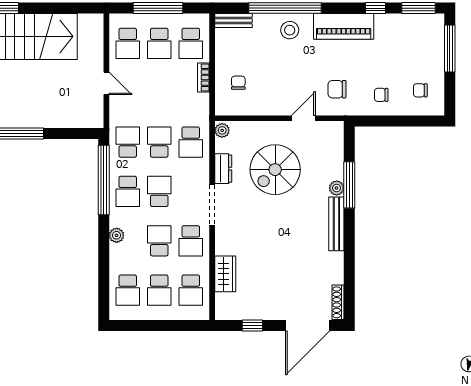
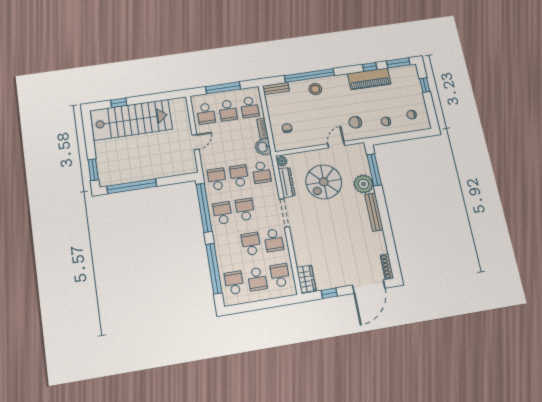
piano: (344, 26) -> (369, 79), moved
window: (450, 48) -> (425, 85), width x0.46
door: (106, 83) -> (195, 142), hinge flipped
washbasin: (199, 105) -> (263, 147), added
dresser: (223, 169) -> (287, 182), width x1.44
window: (349, 185) -> (374, 170), moved
plant: (337, 188) -> (363, 184), width x1.87, depth x1.87
school desk: (128, 191) -> (223, 213), turned 180
plant: (117, 235) -> (220, 245), removed
window: (104, 266) -> (214, 269), added
wardrobe: (225, 274) -> (306, 279), moved
school desk: (128, 290) -> (234, 283), turned 180
school desk: (191, 290) -> (280, 275), turned 180

